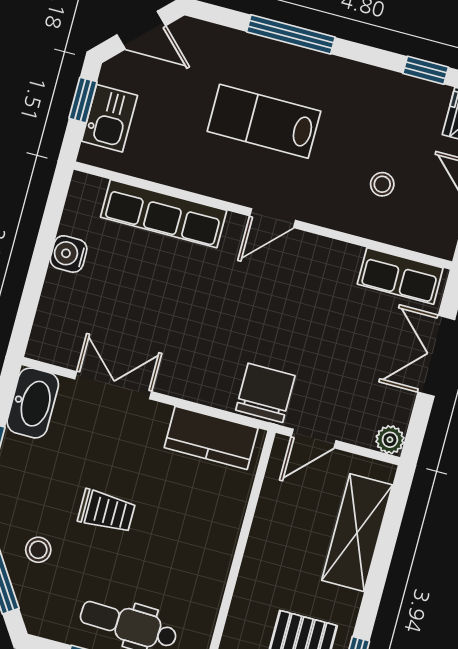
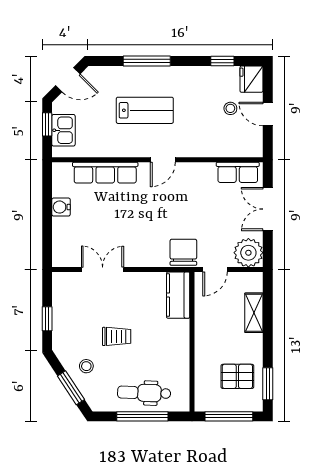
lab bench: (264, 121) -> (145, 110), turned 180
stool: (382, 184) -> (230, 108), moved
washbasin: (33, 403) -> (63, 290), removed
kitchen counter: (211, 438) -> (178, 295), moved, turned 90
plant: (390, 440) -> (248, 253), width x1.87, depth x1.87
shelving: (357, 533) -> (254, 313), width x0.67, depth x0.75

